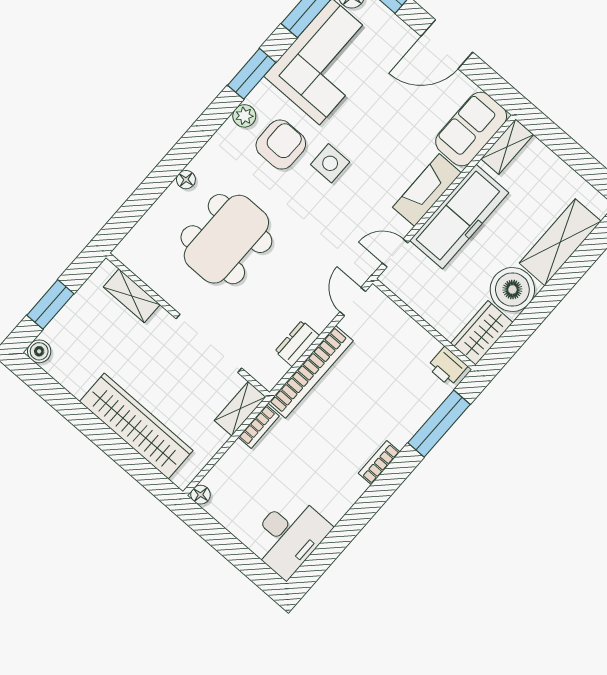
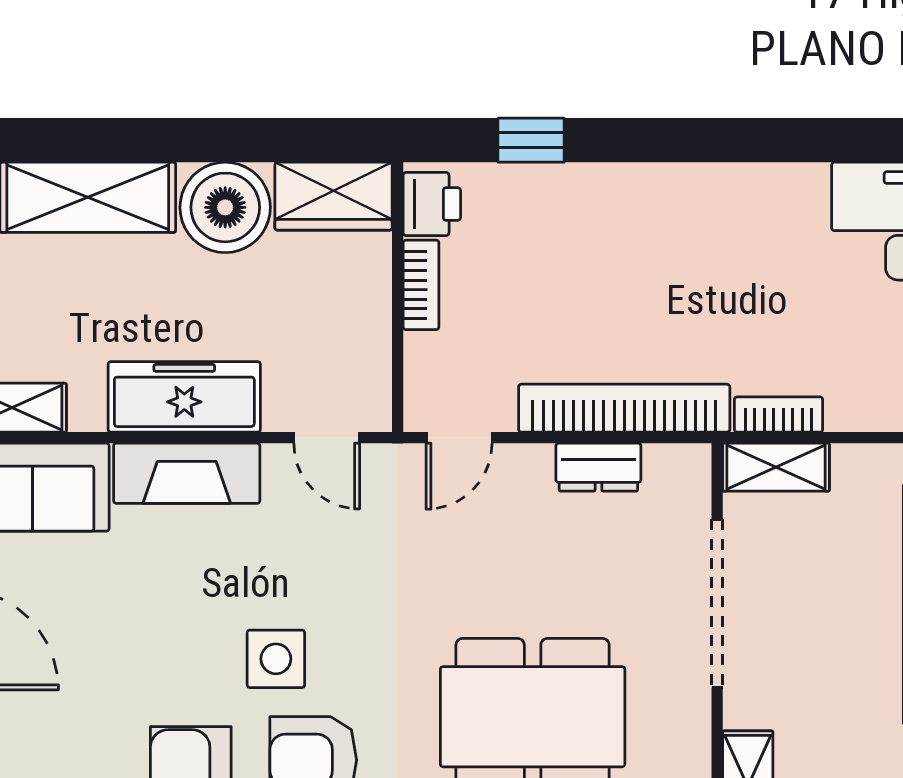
freezer: (459, 217) -> (184, 397), width x0.73, depth x0.79
window: (439, 424) -> (531, 140), width x0.46
bookcase: (379, 463) -> (421, 285), moved, turned -90

